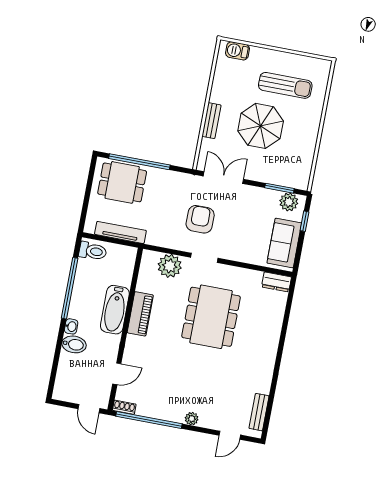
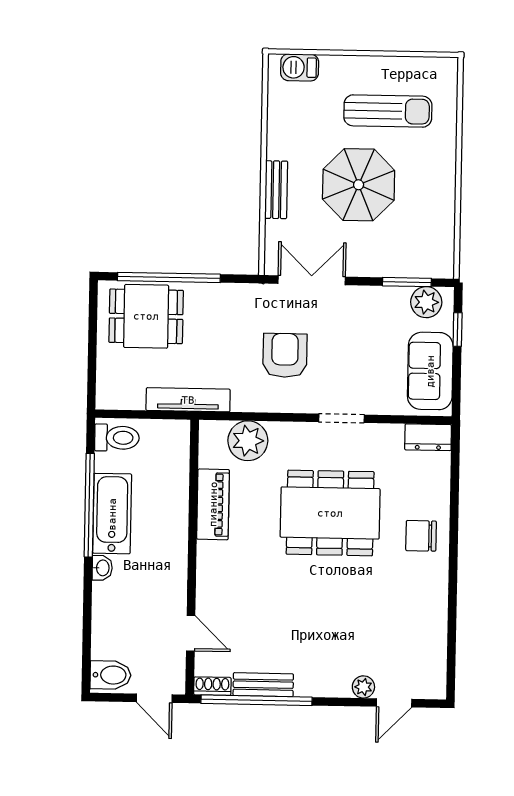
tv unit: (120, 232) -> (188, 400), moved
doorway: (204, 258) -> (342, 418), moved
bathtub: (115, 310) -> (112, 514), moved, turned 180
piano: (140, 314) -> (213, 504), moved
dining table: (211, 317) -> (330, 513), turned 90
chair: (262, 339) -> (421, 536), added
bidet: (74, 344) -> (110, 675), moved
door: (117, 374) -> (191, 633), hinge flipped
bench: (259, 412) -> (263, 685), moved, turned 90
plant: (192, 419) -> (363, 687), moved

